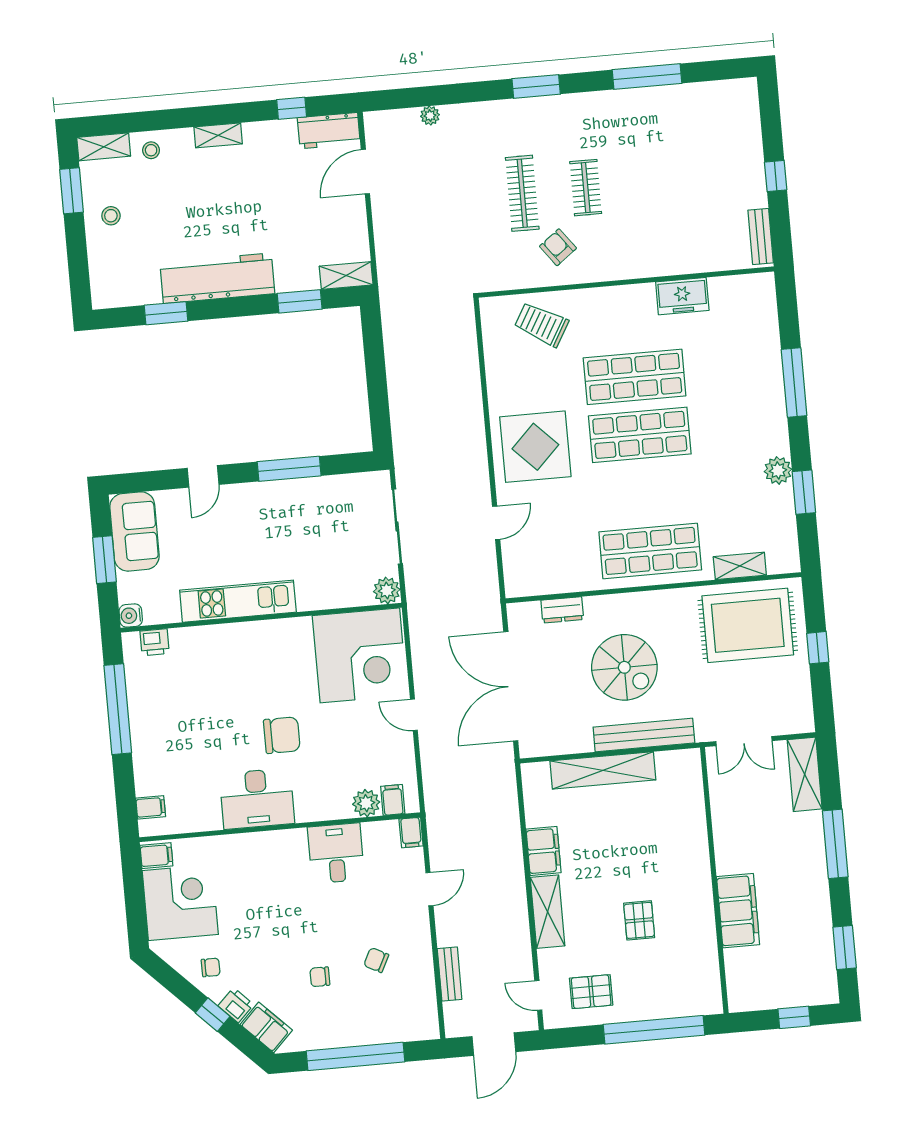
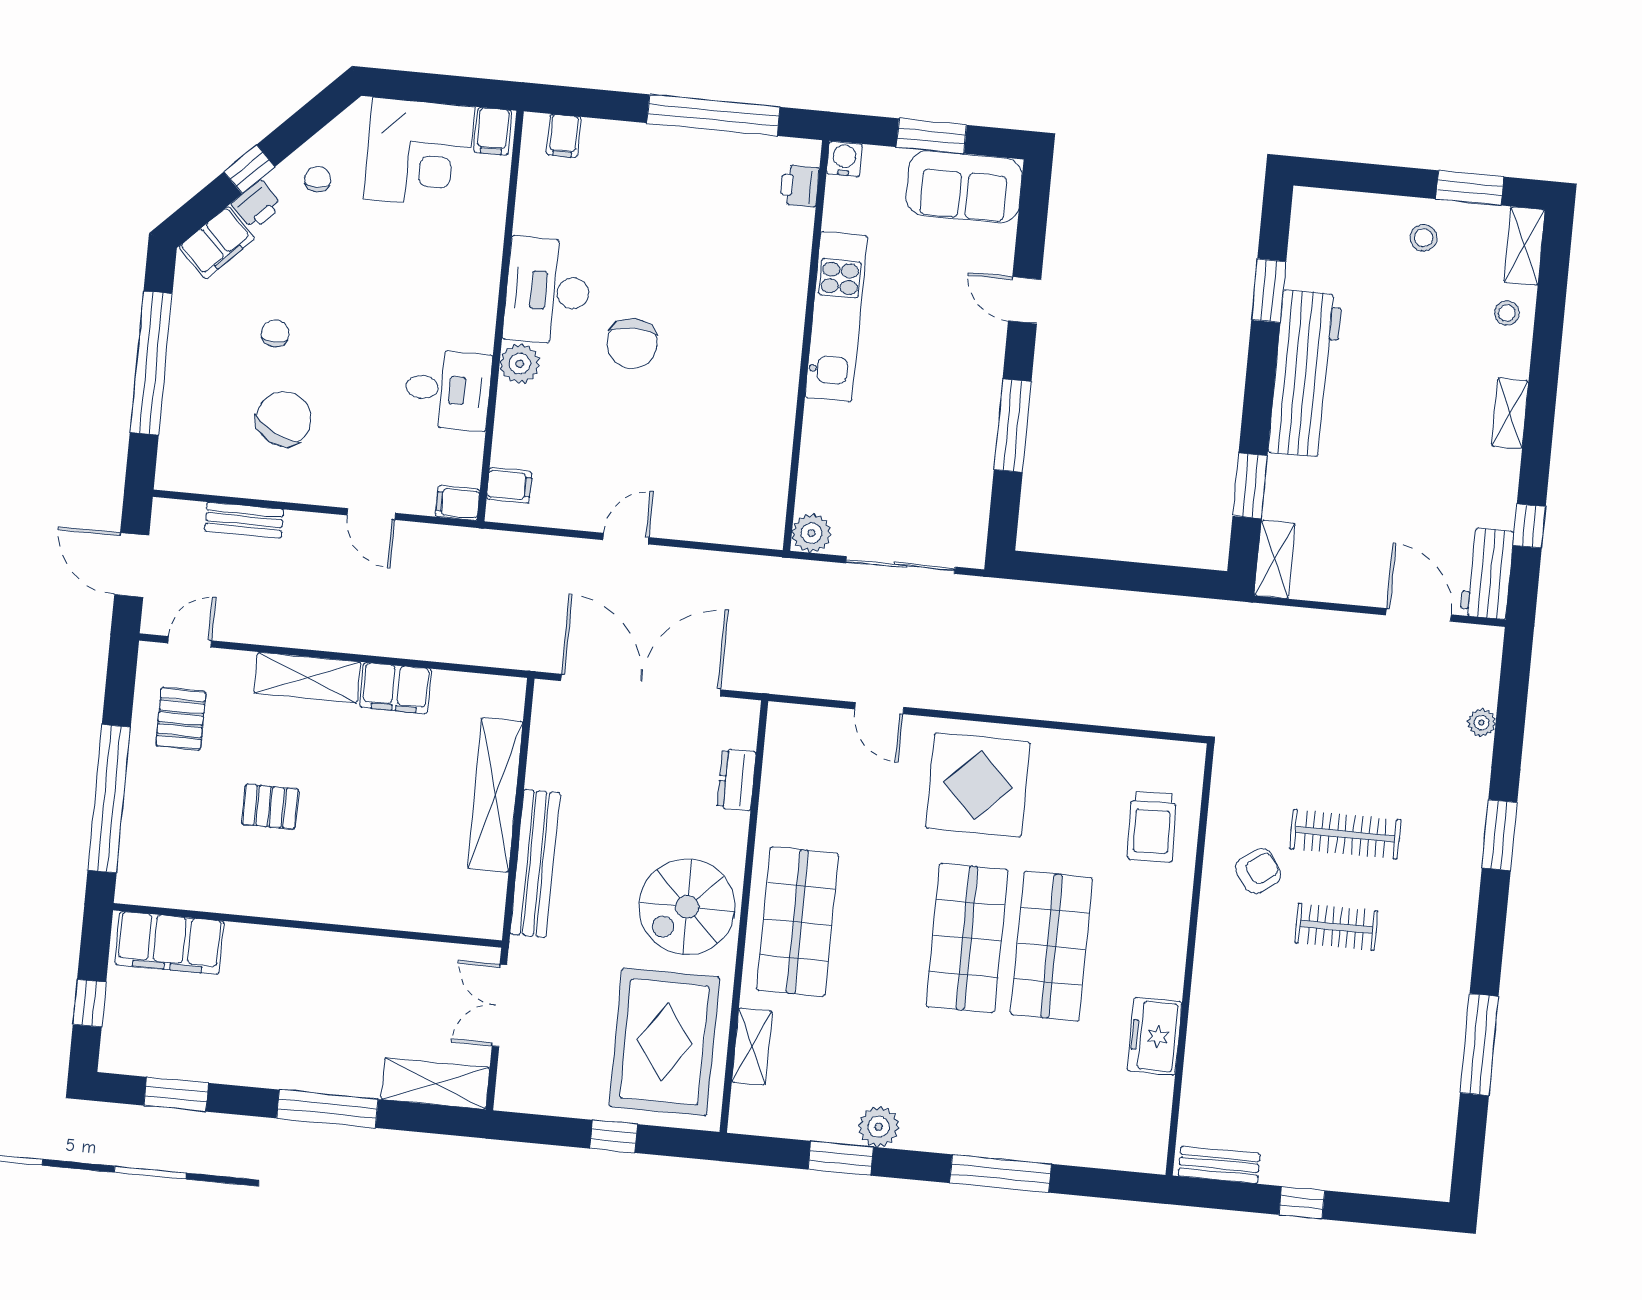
window: (536, 86) -> (1499, 835), moved
trolley: (541, 324) -> (1152, 827), turned 148
corner desk: (360, 655) -> (726, 477), removed
spiral stairs: (624, 667) -> (687, 907), moved
plant: (366, 803) -> (520, 364), moved
filing cabinet: (738, 911) -> (169, 943), moved
chair: (376, 960) -> (284, 419), width x1.87, depth x1.87
chair: (211, 967) -> (318, 179), turned 180

